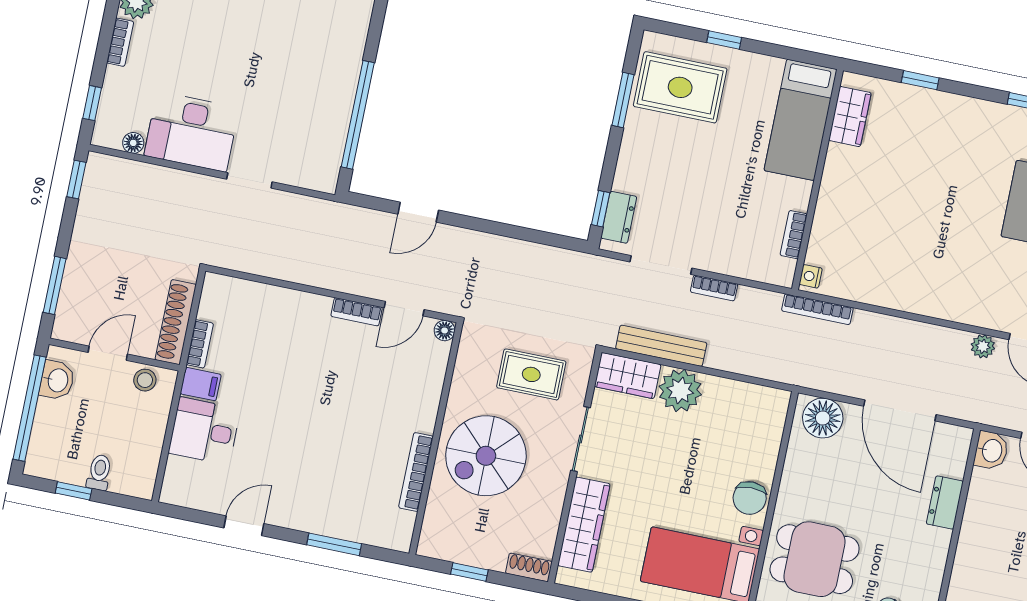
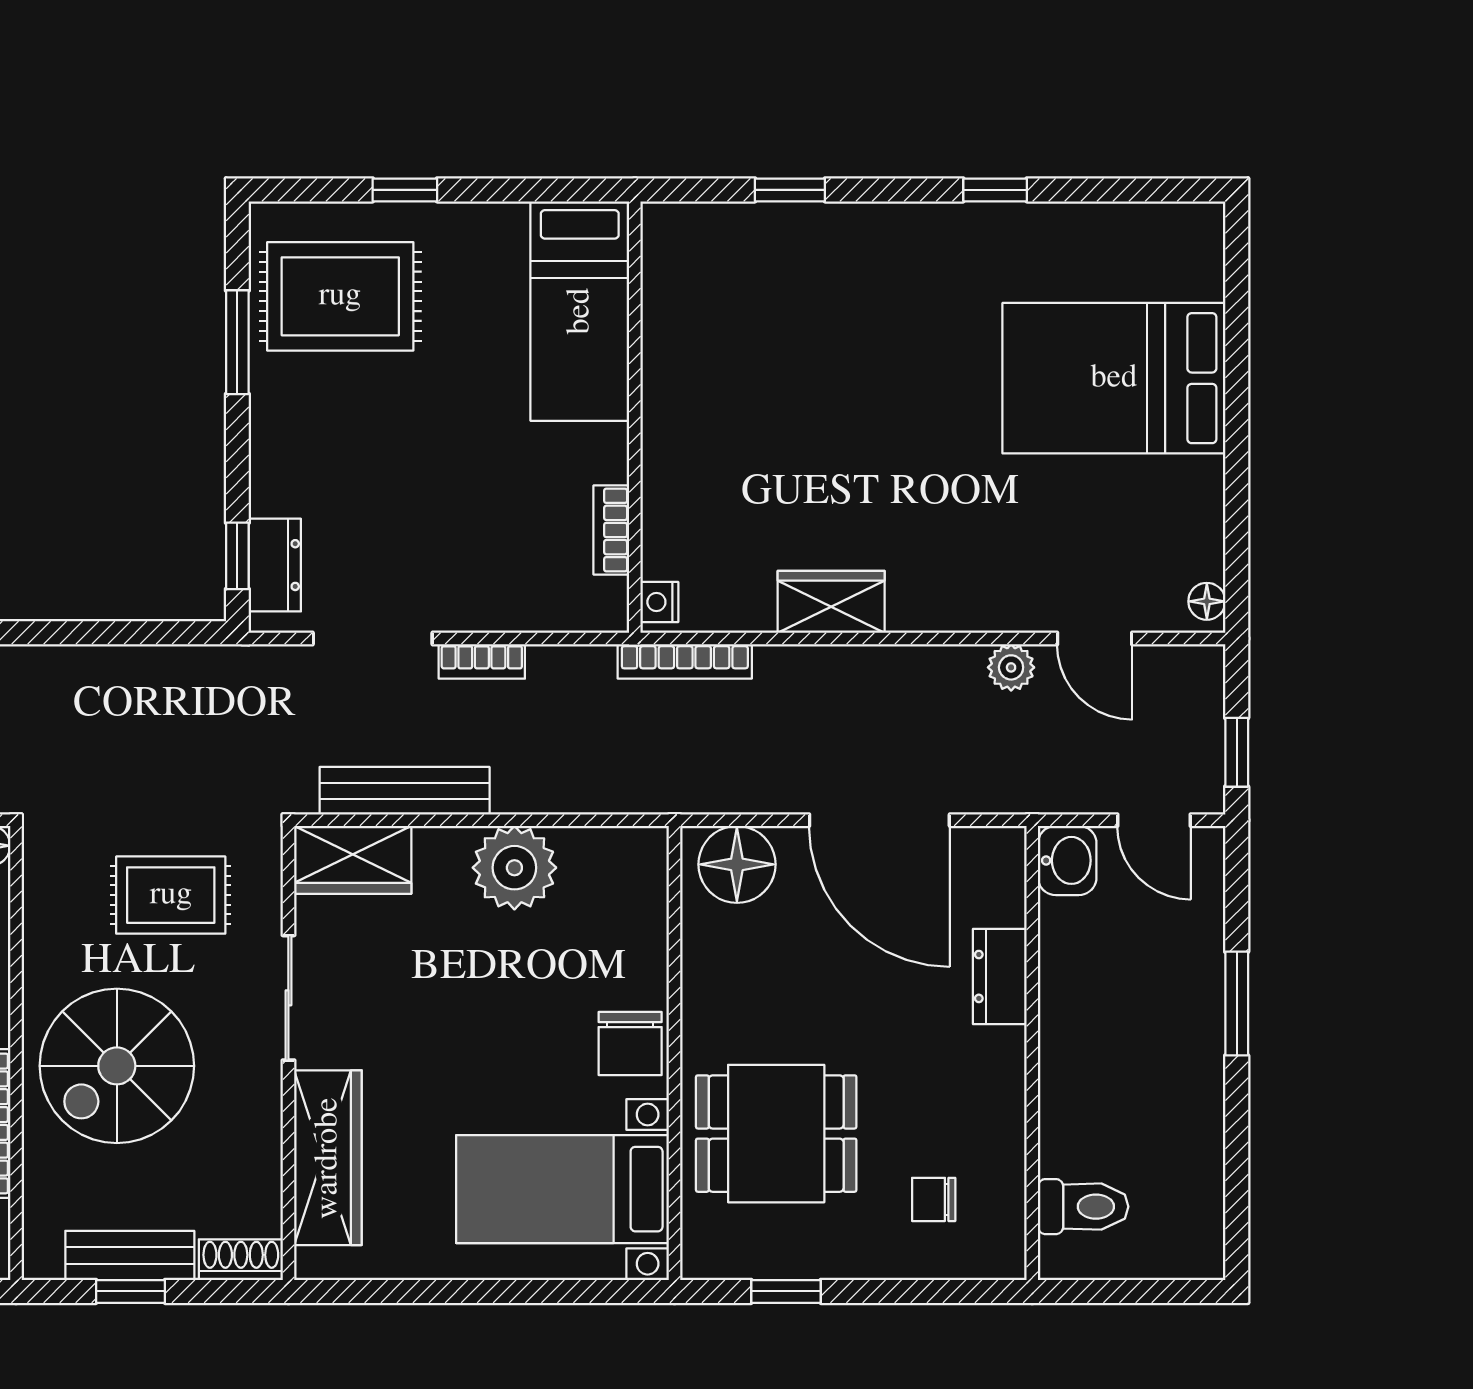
wardrobe: (850, 117) -> (831, 602), moved, turned -90
plant: (680, 391) -> (514, 868), moved
bench: (473, 554) -> (130, 1255), added

